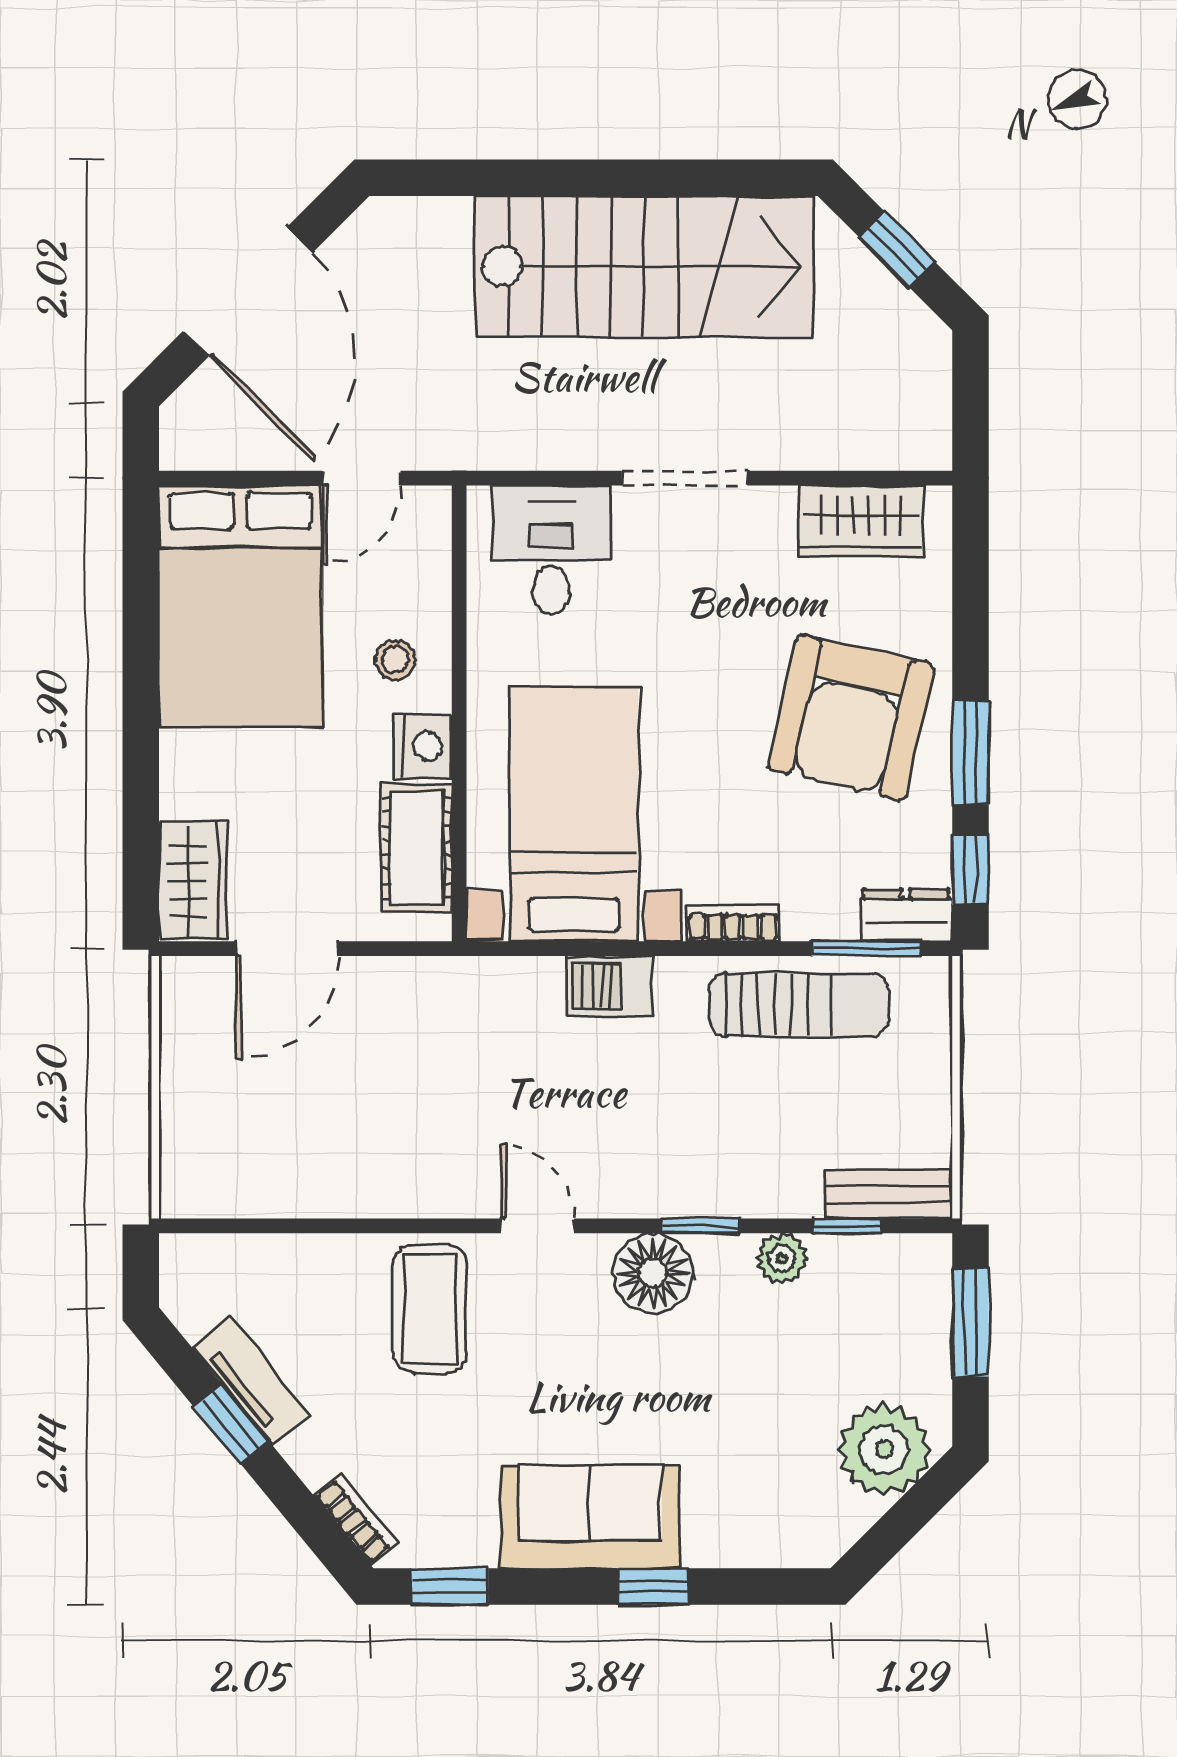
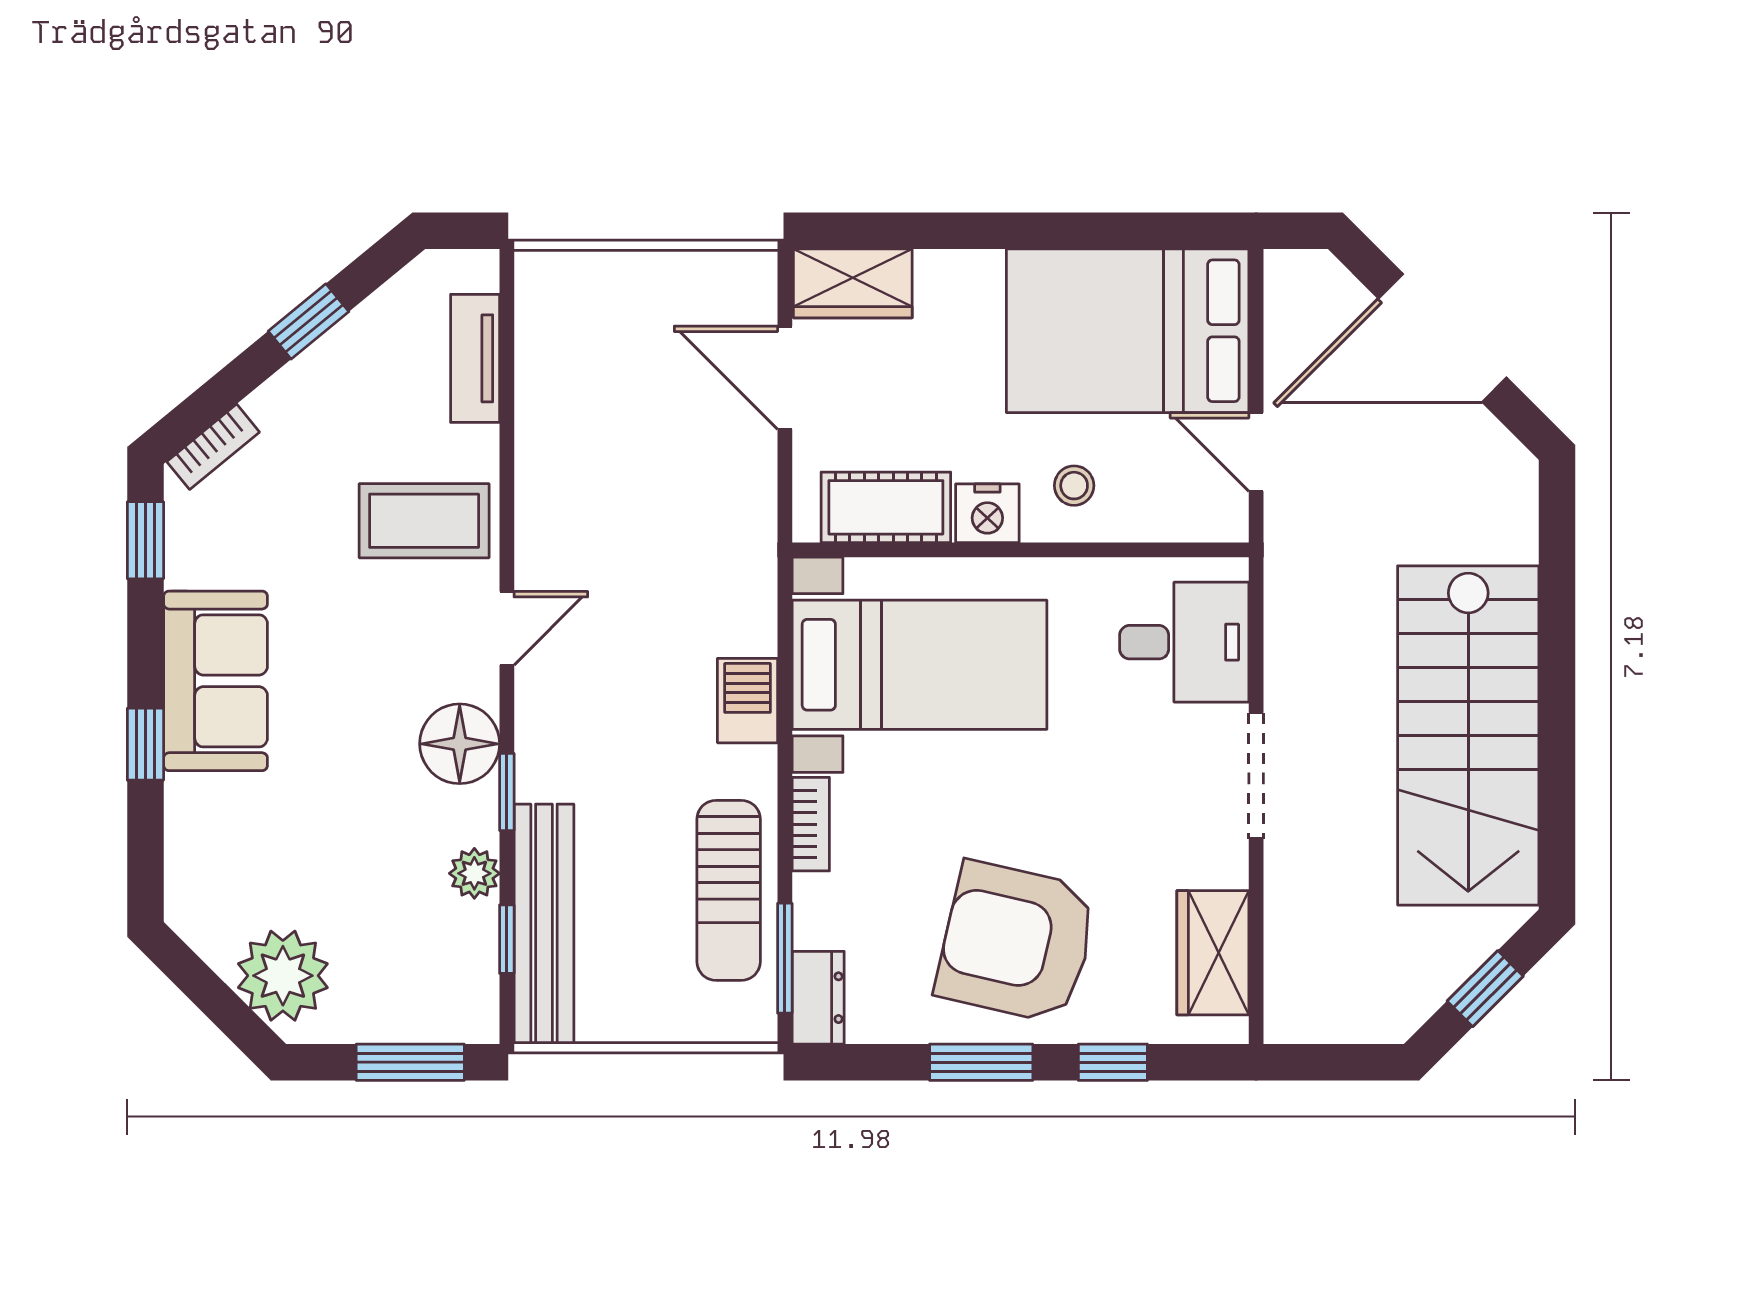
window: (970, 870) -> (1113, 1062), moved
bench: (888, 1194) -> (544, 924), width x1.86, depth x1.21
tv unit: (251, 1381) -> (475, 358), moved, turned 129

